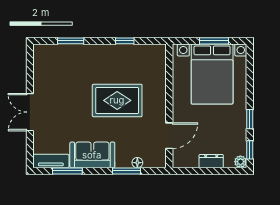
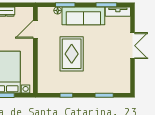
rug: (117, 100) -> (72, 54), turned 90
sofa: (92, 155) -> (83, 16), width x1.36

